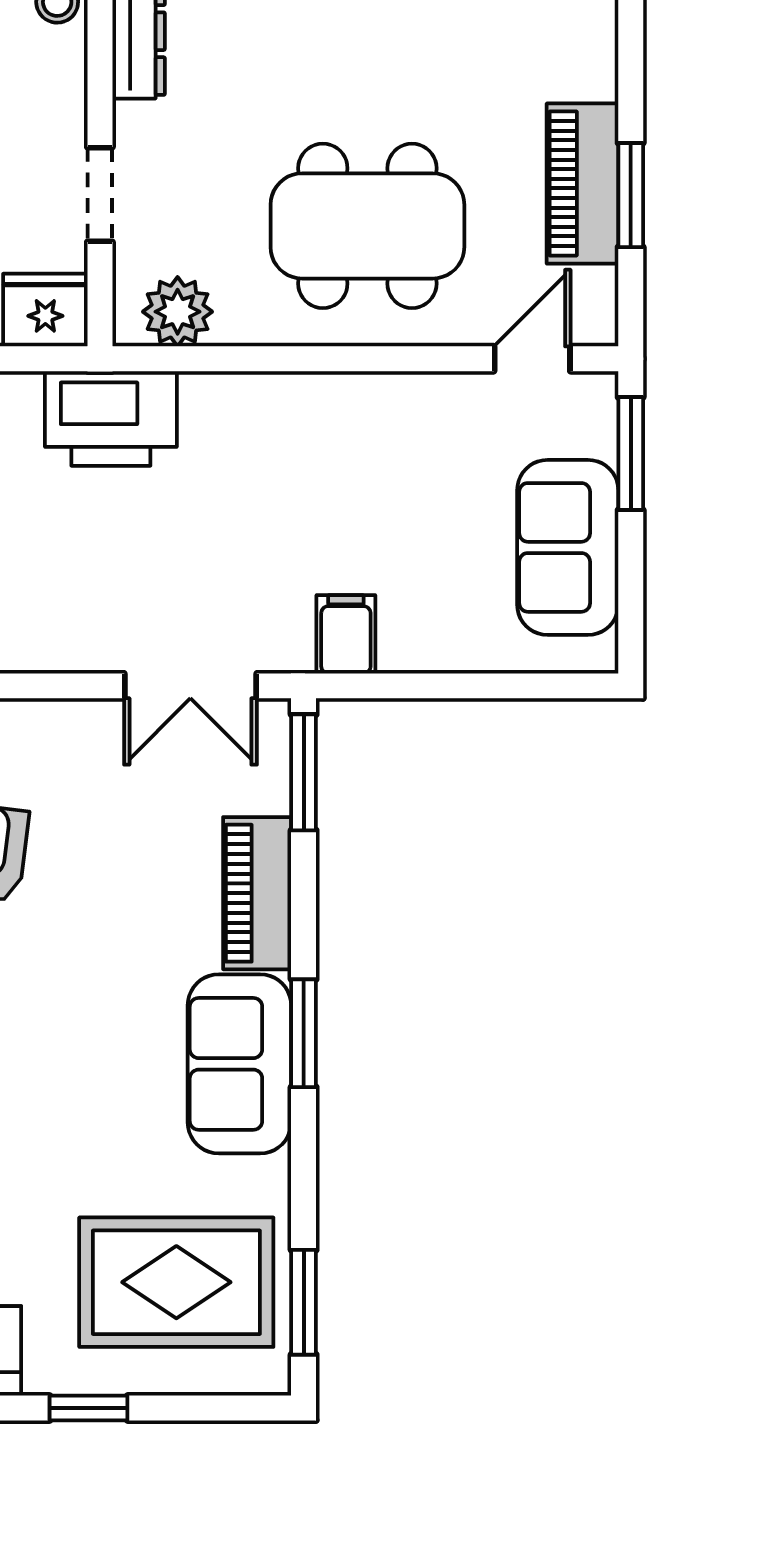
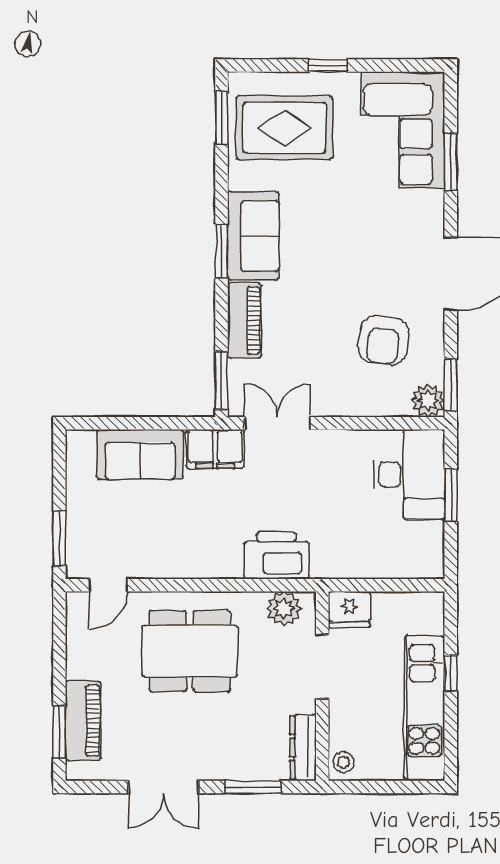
piano: (583, 184) -> (83, 721), moved
doorway: (100, 195) -> (322, 667), width x1.38
window: (631, 195) -> (59, 732), moved
printer: (111, 418) -> (276, 556), moved
sofa: (568, 547) -> (140, 454), moved, turned 90
filing cabinet: (346, 634) -> (215, 449), width x2.00

